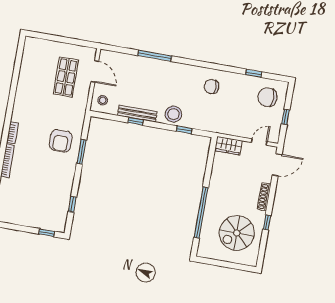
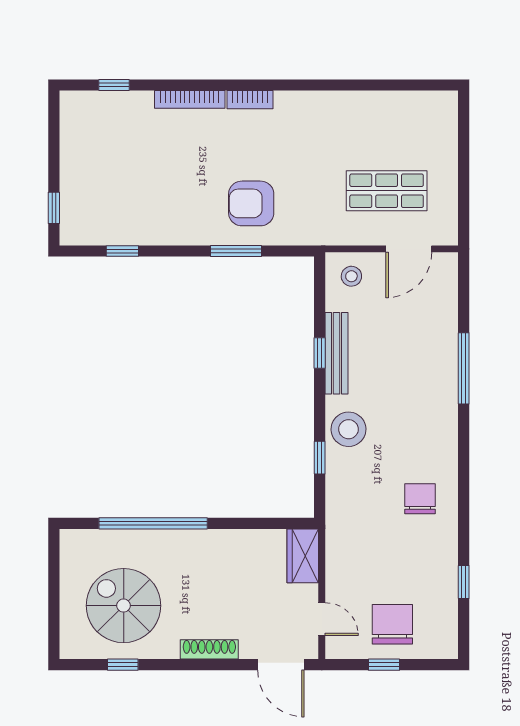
chair: (268, 97) -> (392, 624), moved
window: (267, 222) -> (123, 665), moved

